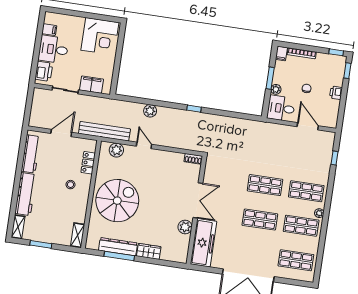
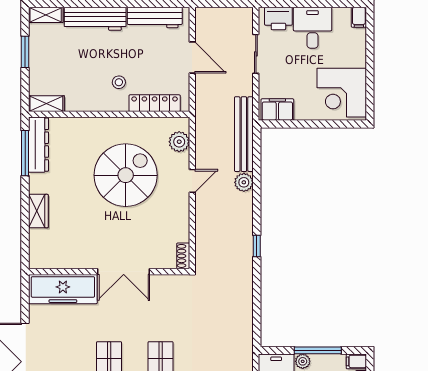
filing cabinet: (49, 30) -> (359, 17), moved
window: (270, 78) -> (318, 350), width x1.44
filing cabinet: (92, 85) -> (277, 110), moved, turned -90
bench: (104, 131) -> (244, 134), moved
locker: (88, 163) -> (155, 103), width x1.53
spiral stairs: (117, 201) -> (126, 175), moved, turned -90
plant: (185, 227) -> (82, 259), removed
dresser: (118, 247) -> (38, 145), moved
window: (119, 256) -> (25, 153), moved

